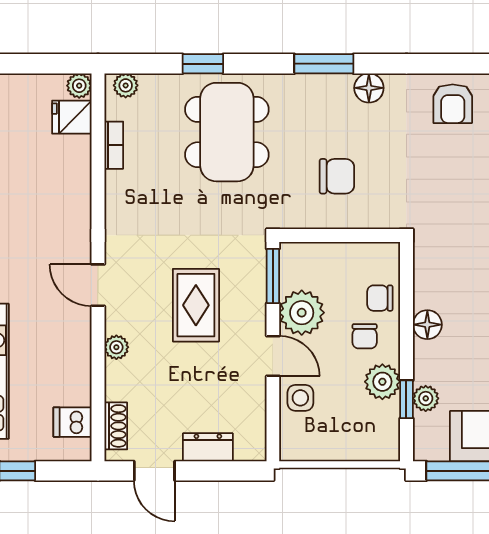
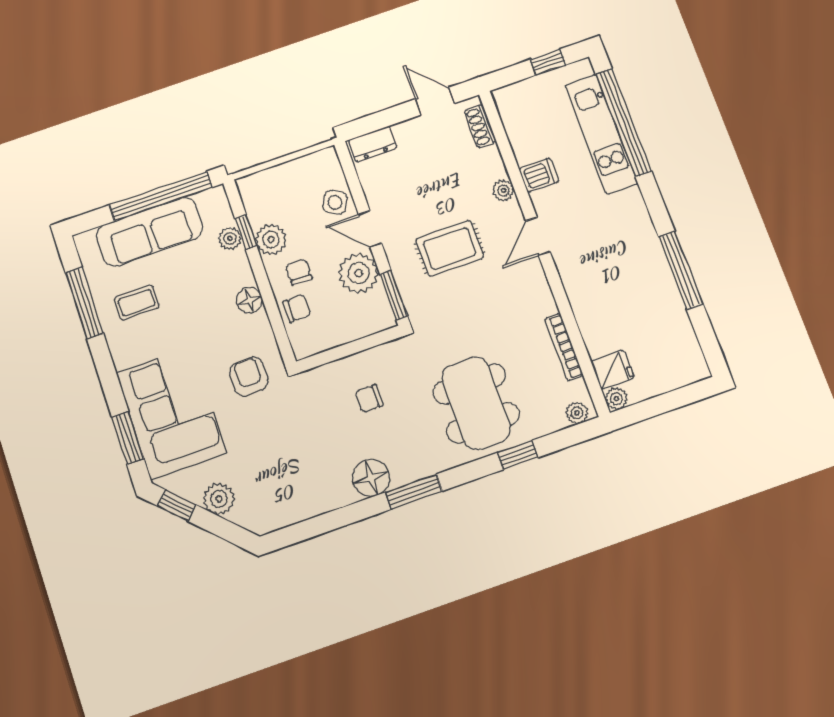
floor lamp: (369, 88) -> (371, 478), width x1.38, depth x1.38
armchair: (453, 104) -> (249, 377), moved
bookcase: (114, 145) -> (564, 347), width x1.56
chair: (337, 176) -> (369, 398), width x0.73, depth x0.73
door: (98, 285) -> (538, 236), swing flipped
rug: (196, 305) -> (450, 248), turned 90
side table: (300, 398) -> (335, 202), turned 30
dishwasher: (73, 422) -> (539, 175), moved
dresser: (208, 447) -> (373, 144), moved

